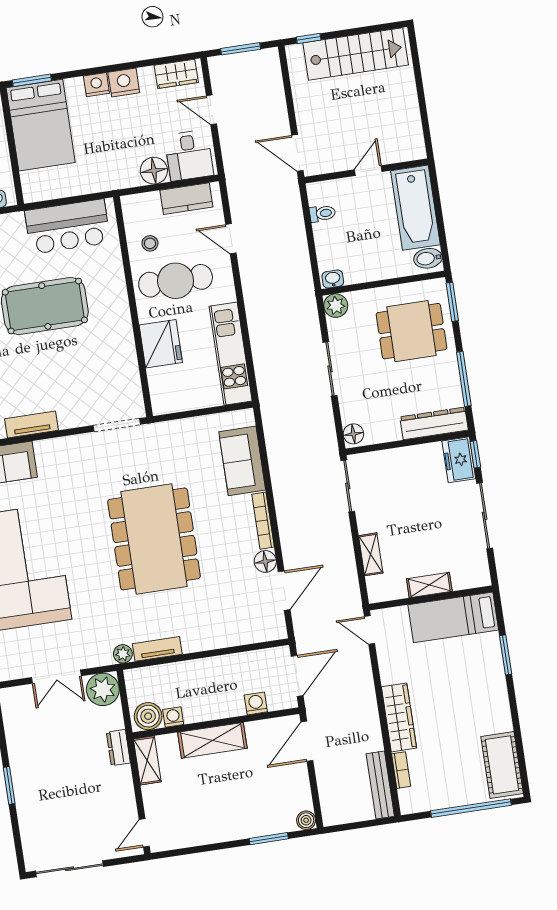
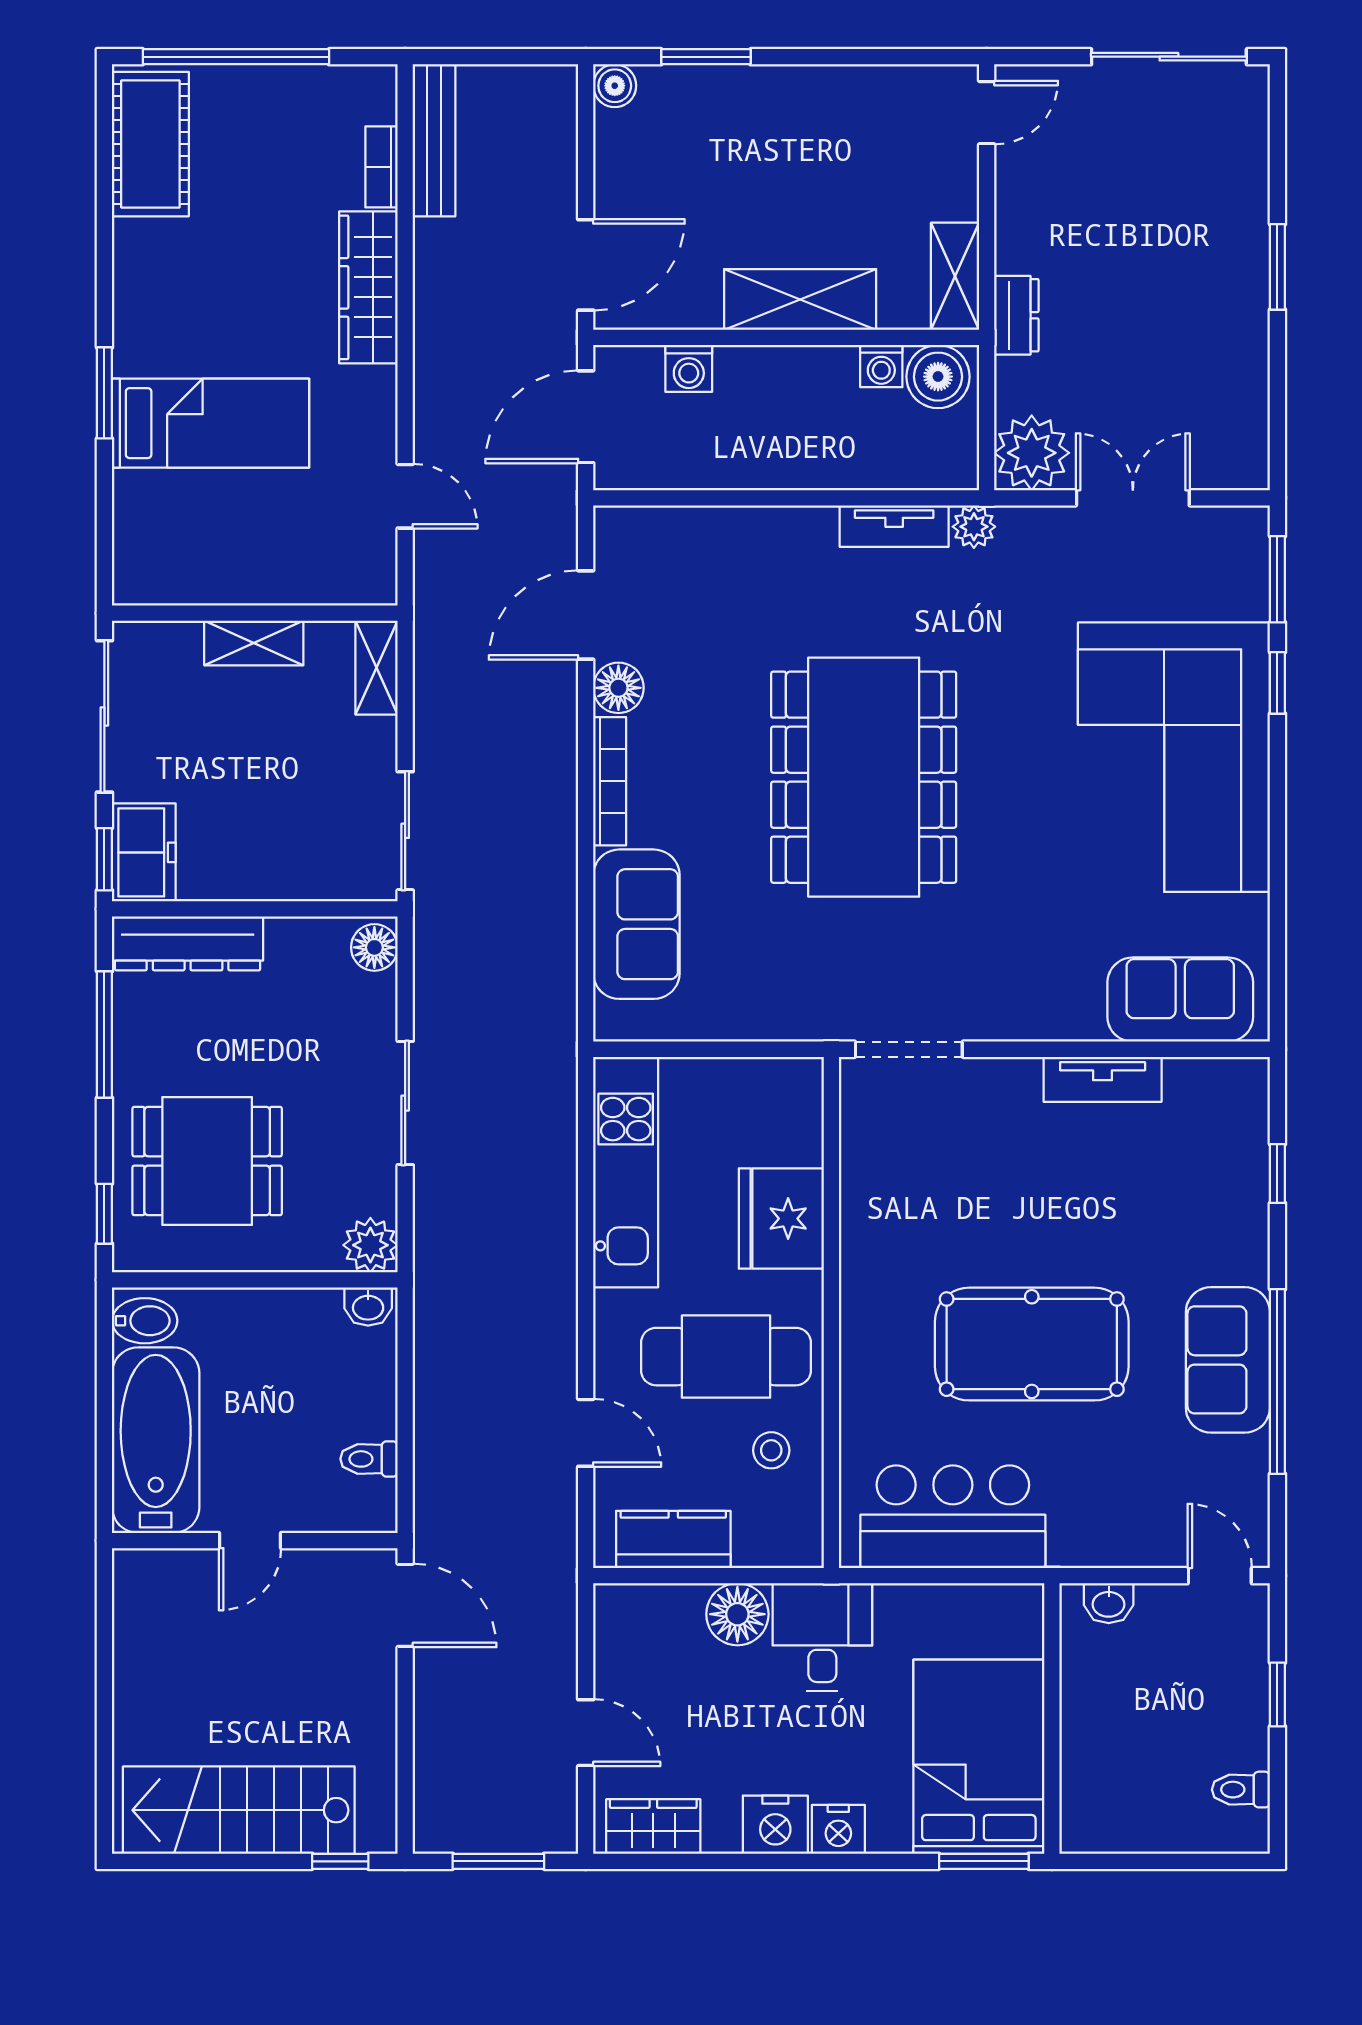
desk: (189, 155) -> (822, 1637), moved
window: (452, 302) -> (104, 1214), width x0.67
shelving: (429, 585) -> (254, 643), moved
wall: (431, 598) -> (255, 613), moved
bed: (453, 617) -> (211, 423), moved

